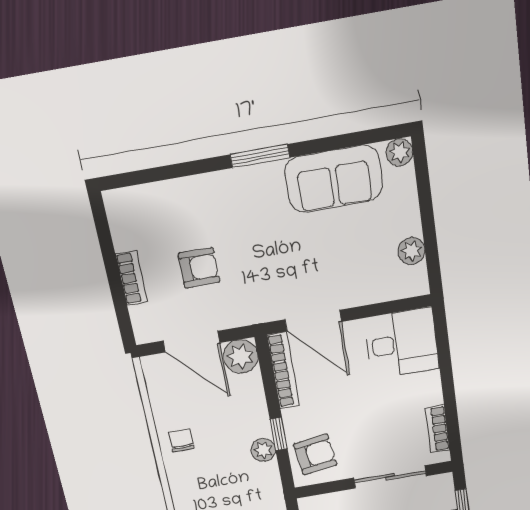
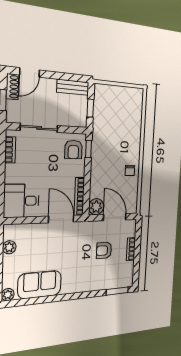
window: (260, 156) -> (117, 291), moved
window: (279, 434) -> (89, 149), moved
plant: (263, 450) -> (96, 157), removed
armchair: (315, 454) -> (73, 150), turned -82

